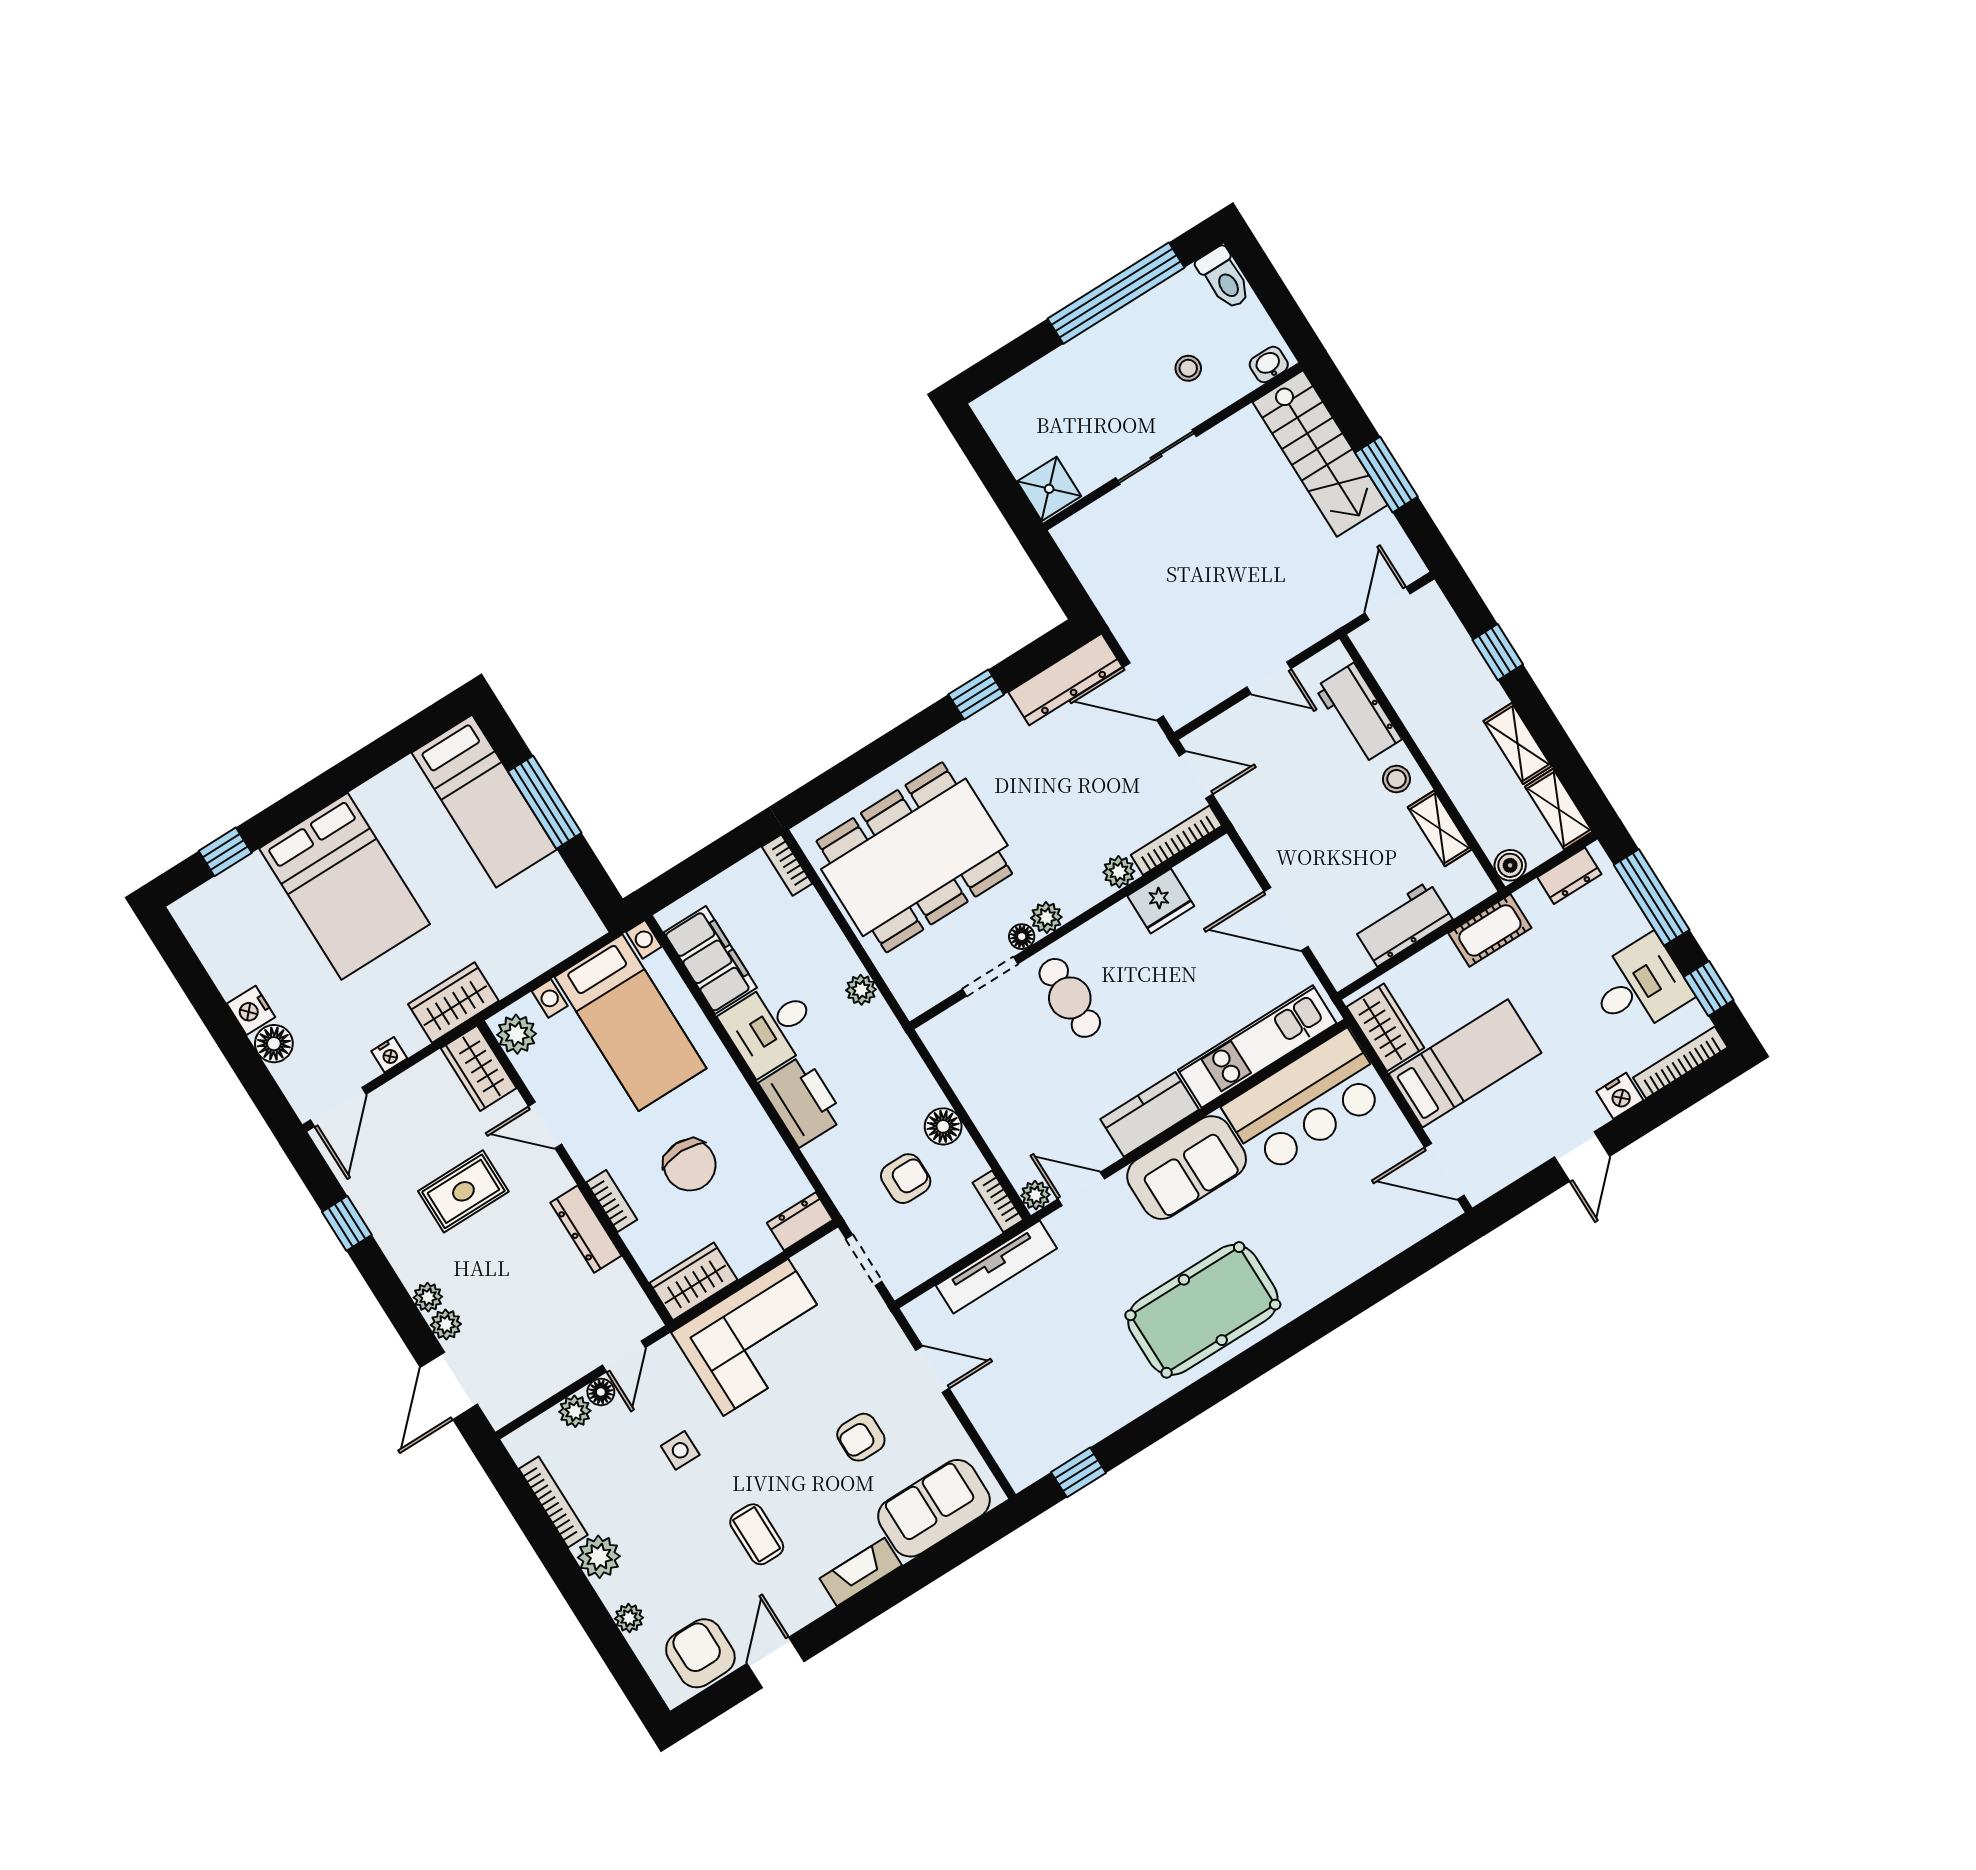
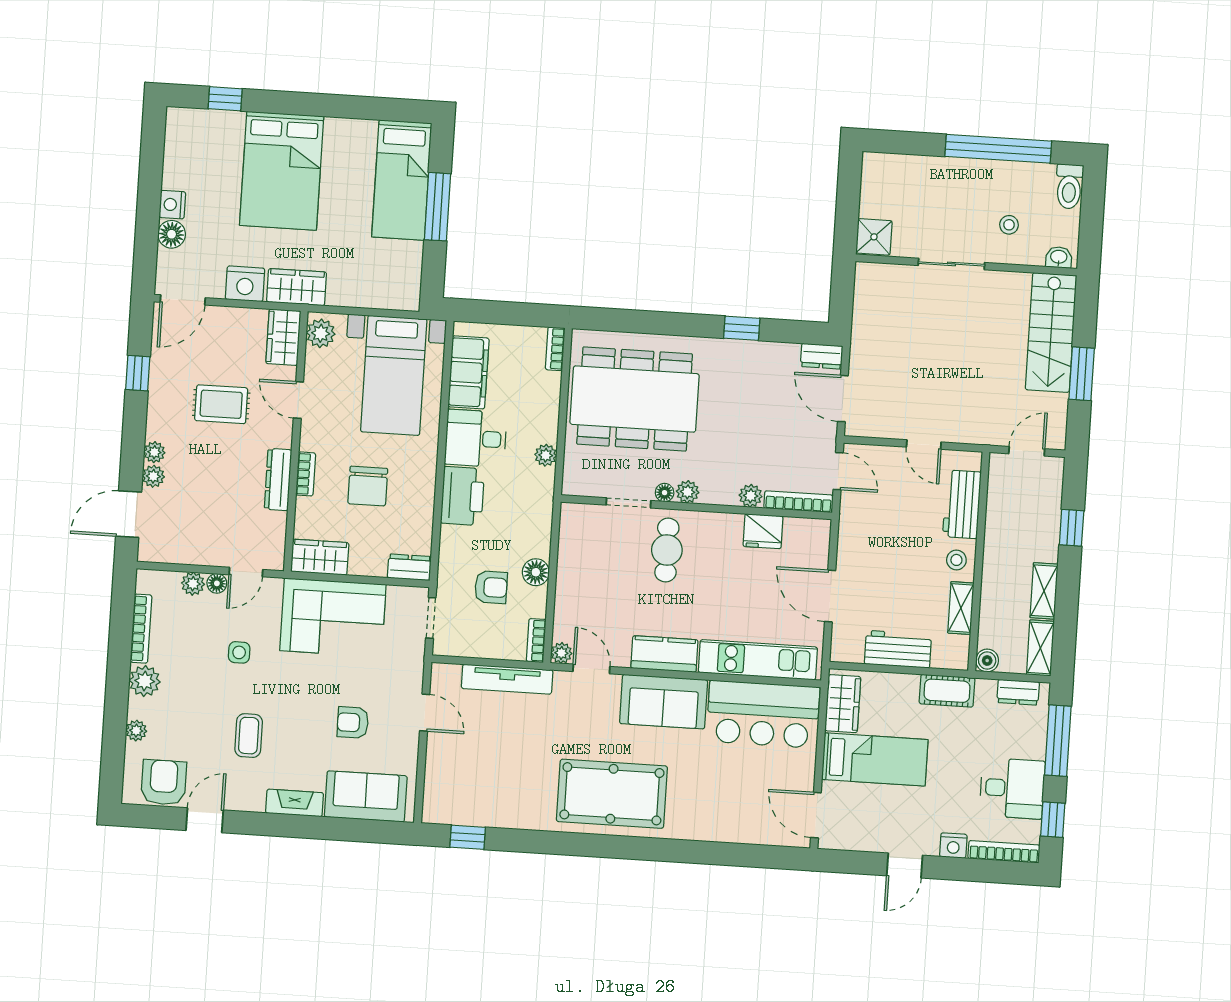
dresser: (1065, 679) -> (822, 356), width x0.51, depth x0.80
nightstand: (389, 1055) -> (245, 284), width x1.89, depth x1.79

